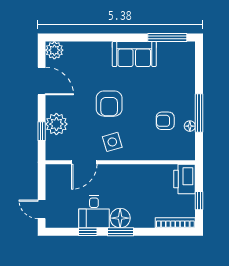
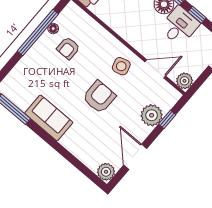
window: (199, 113) -> (38, 32), width x1.46
armchair: (165, 121) -> (68, 48), turned 90
plant: (54, 172) -> (184, 81), added

